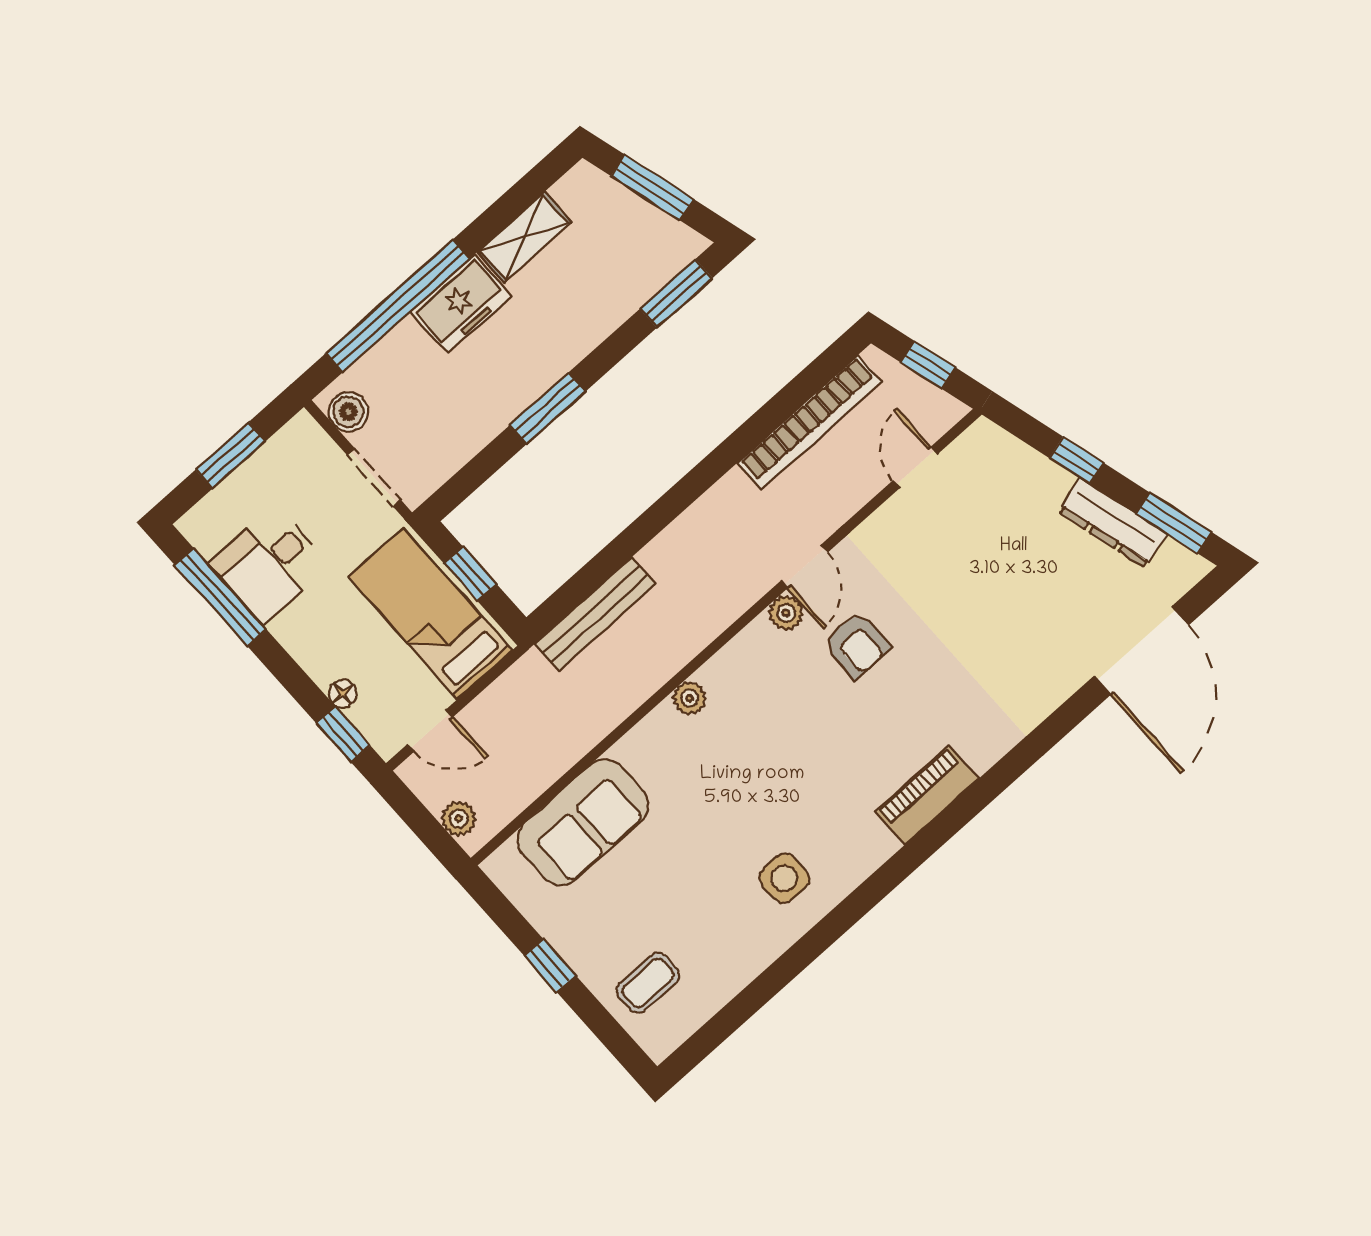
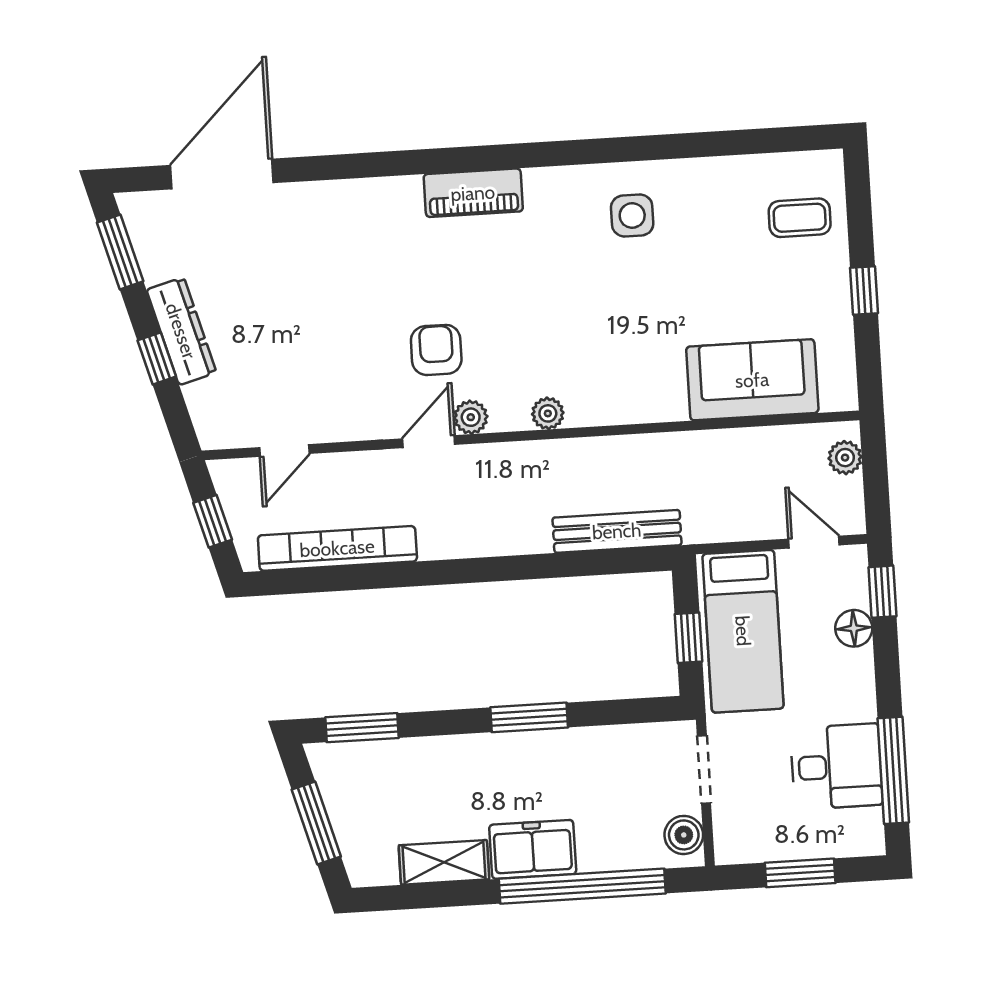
dresser: (1113, 523) -> (181, 331), moved
floor lamp: (343, 694) -> (854, 628), width x1.37, depth x1.37
plant: (689, 698) -> (548, 413), moved

